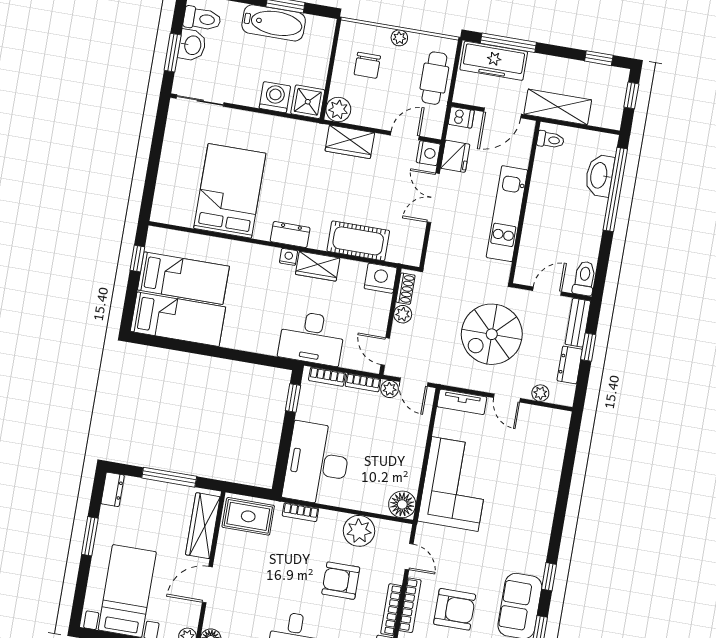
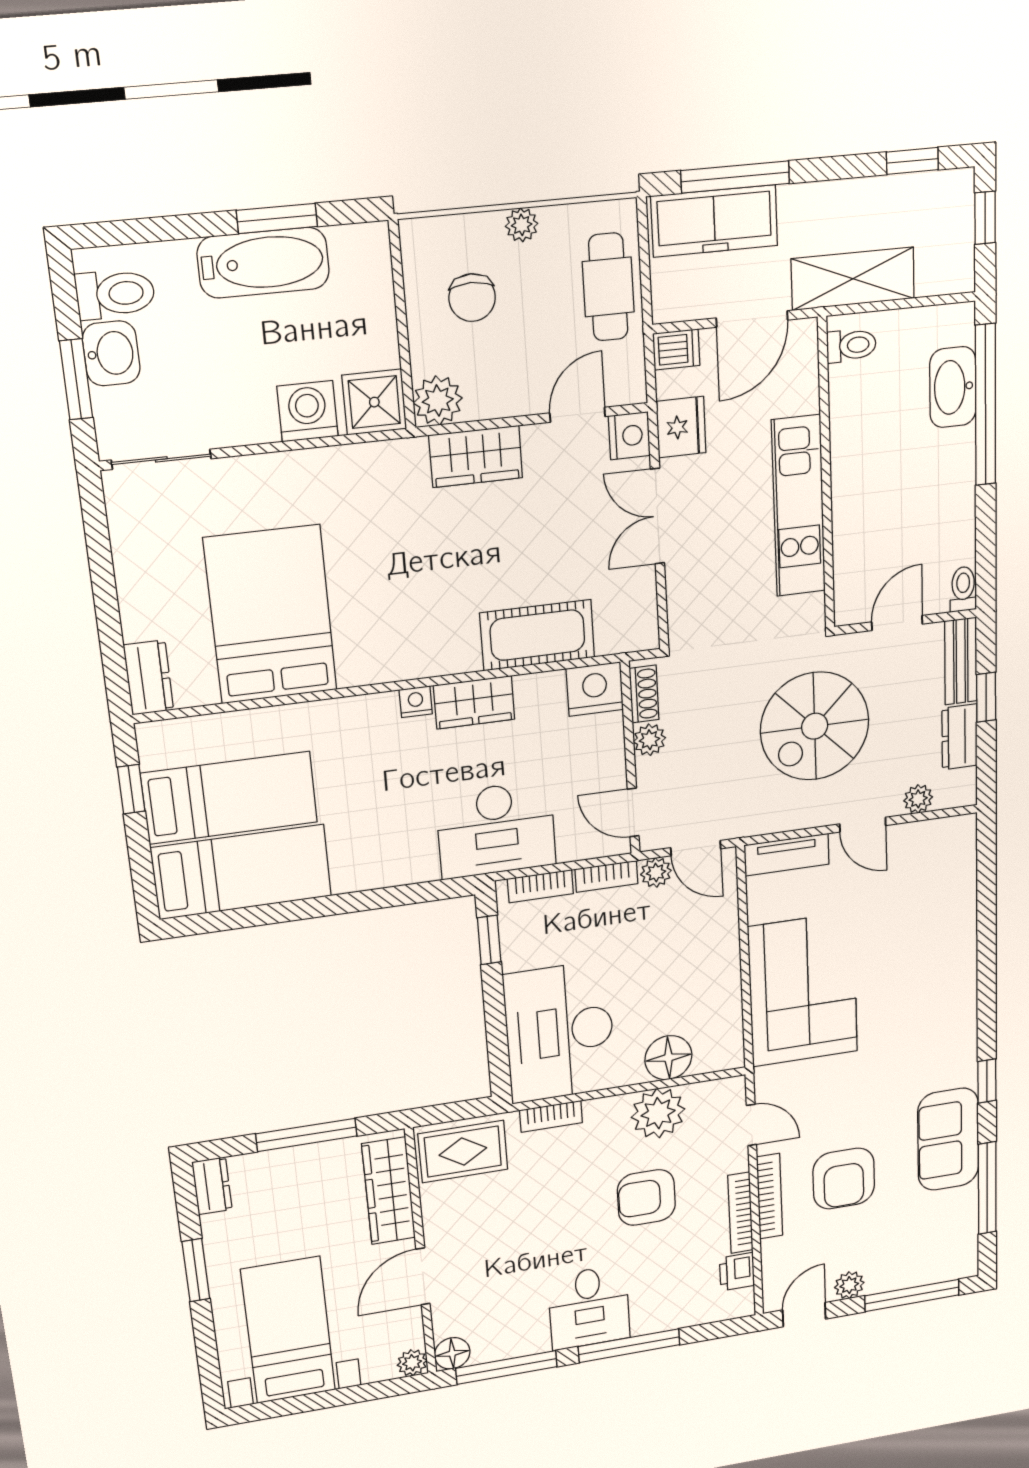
dresser: (290, 235) -> (148, 678), moved, turned 90
toilet: (584, 278) -> (963, 589), width x0.73, depth x0.72
floor lamp: (402, 504) -> (668, 1058), moved
armchair: (455, 609) -> (844, 1179), turned 90

